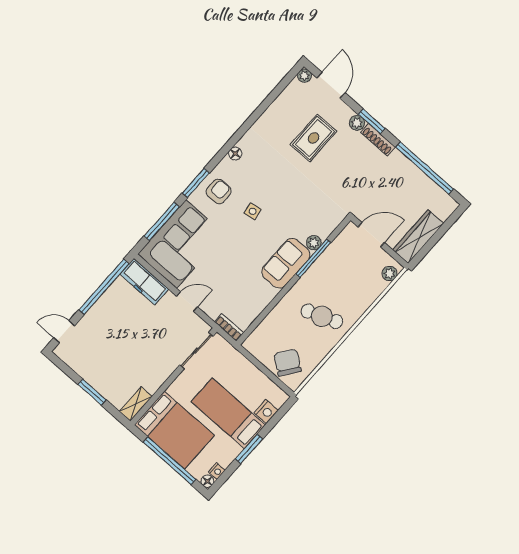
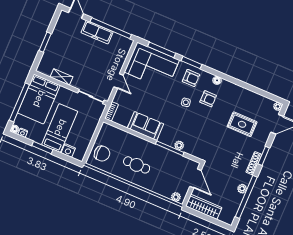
plant: (357, 123) -> (242, 189), moved
armchair: (258, 176) -> (208, 99), added
sofa: (286, 263) -> (145, 126), moved
freezer: (144, 282) -> (97, 32), moved, turned -90
cafe table: (322, 316) -> (137, 165), turned -69
chair: (288, 362) -> (102, 154), turned 53
shelving: (136, 404) -> (62, 77), moved

